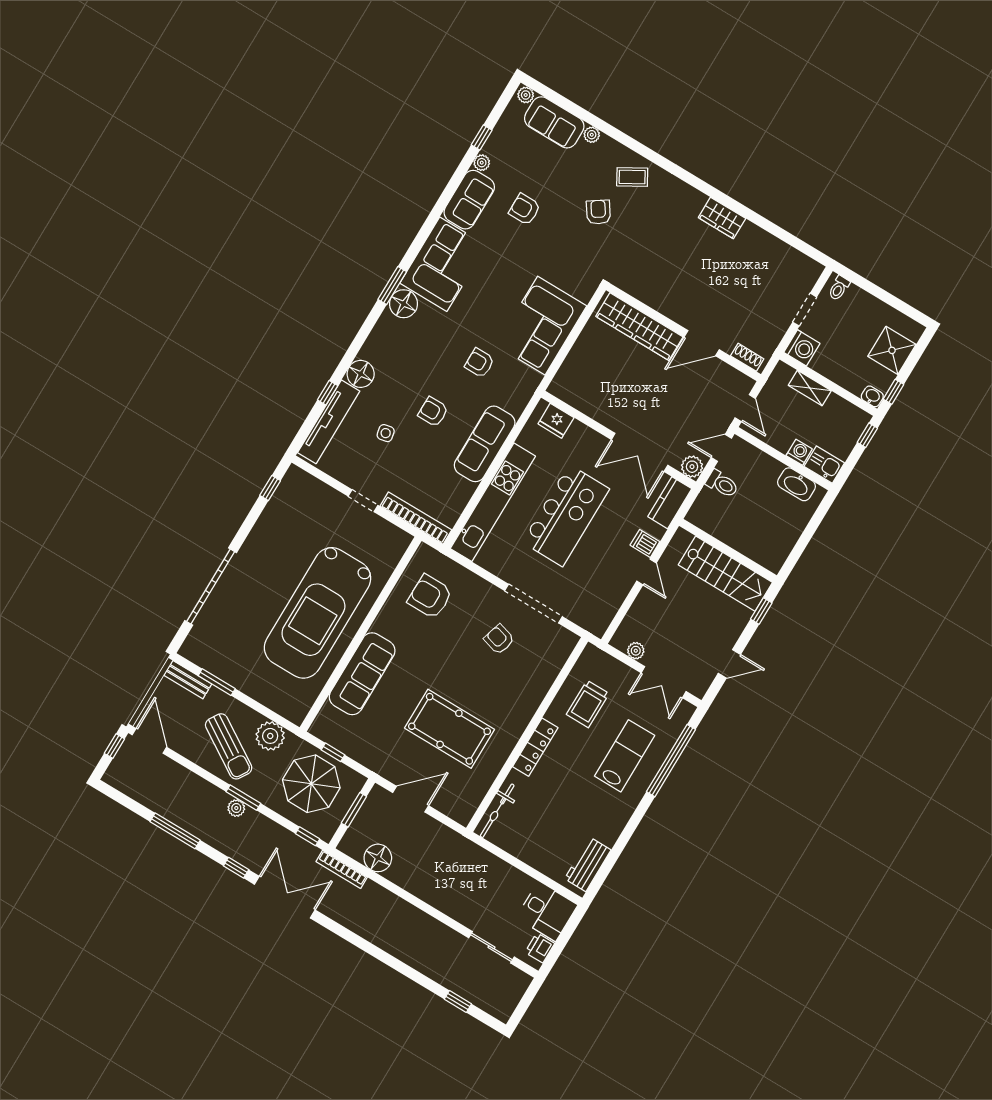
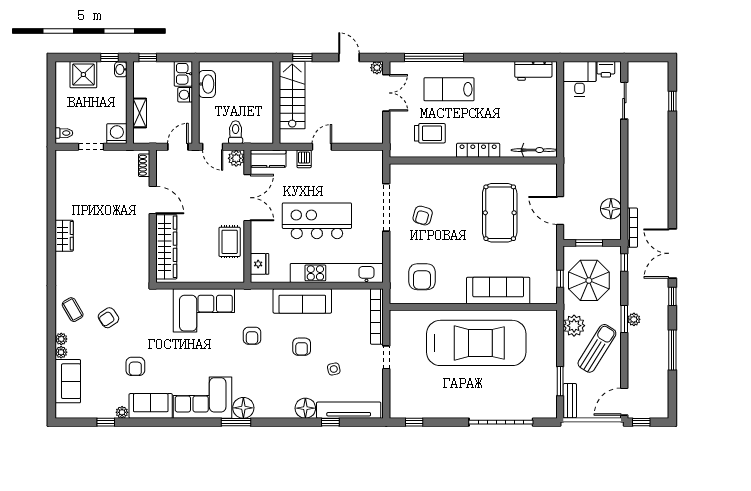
plant: (526, 95) -> (61, 339), moved
rug: (602, 402) -> (230, 242), added
plant: (636, 651) -> (377, 68), moved

